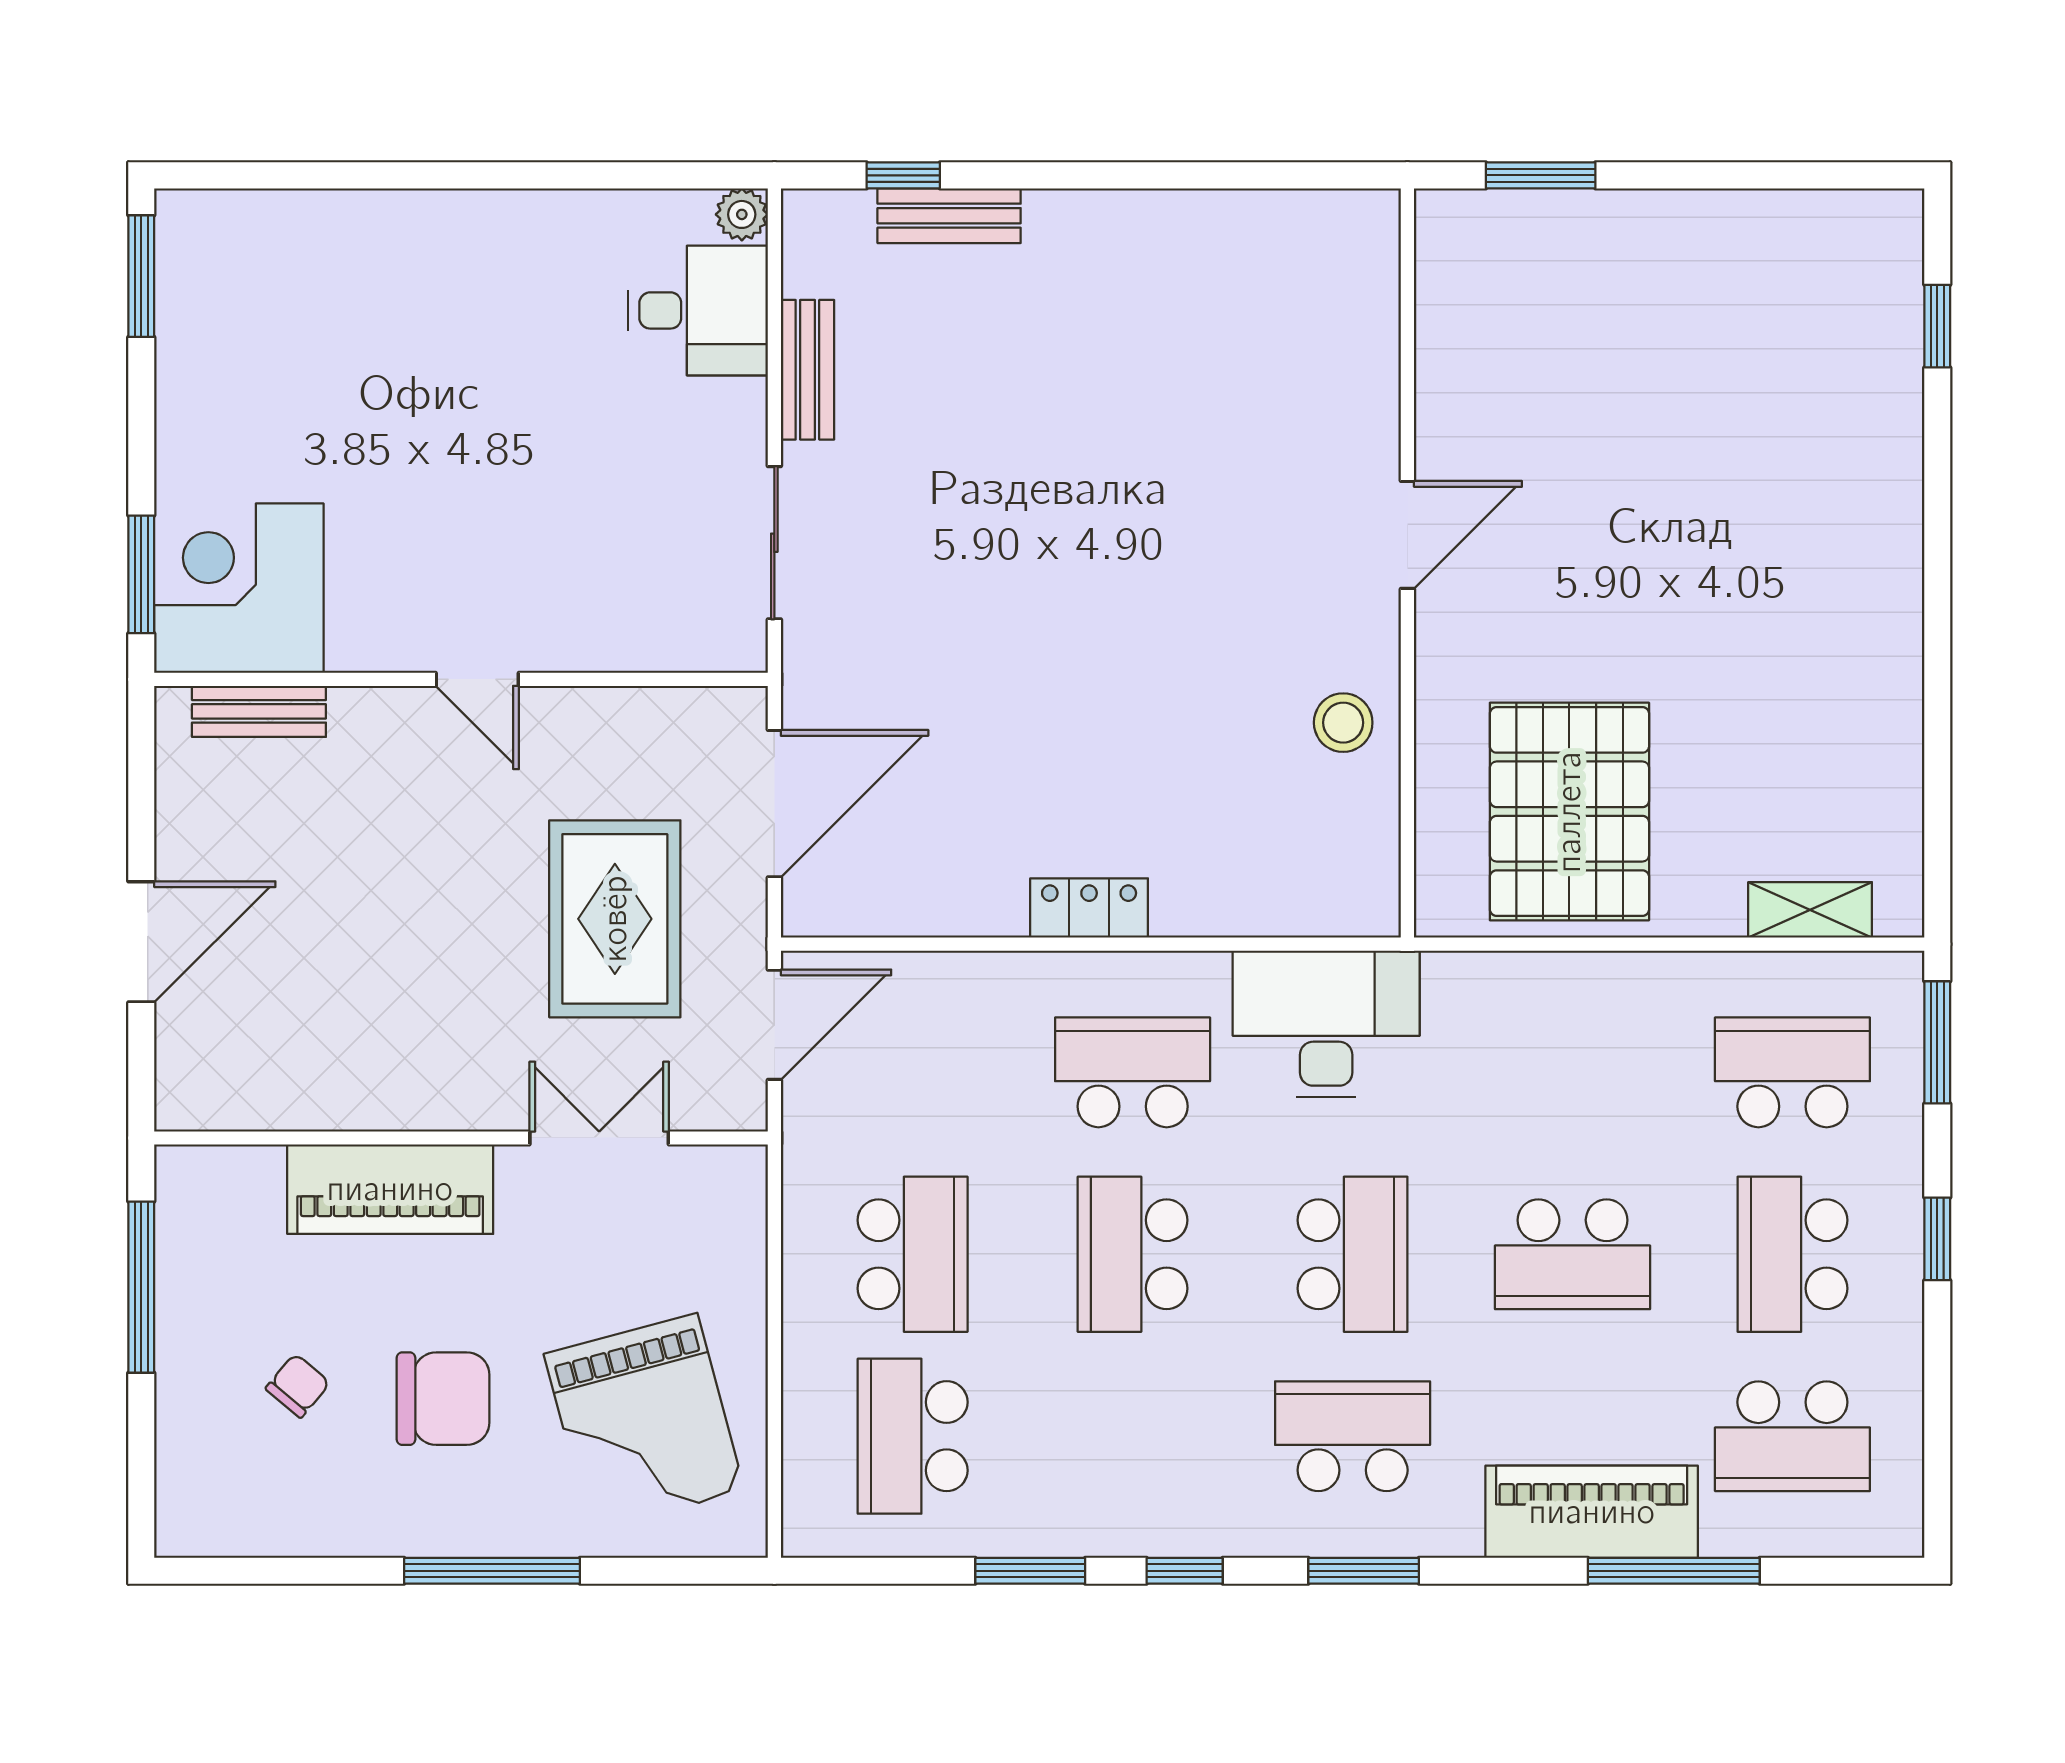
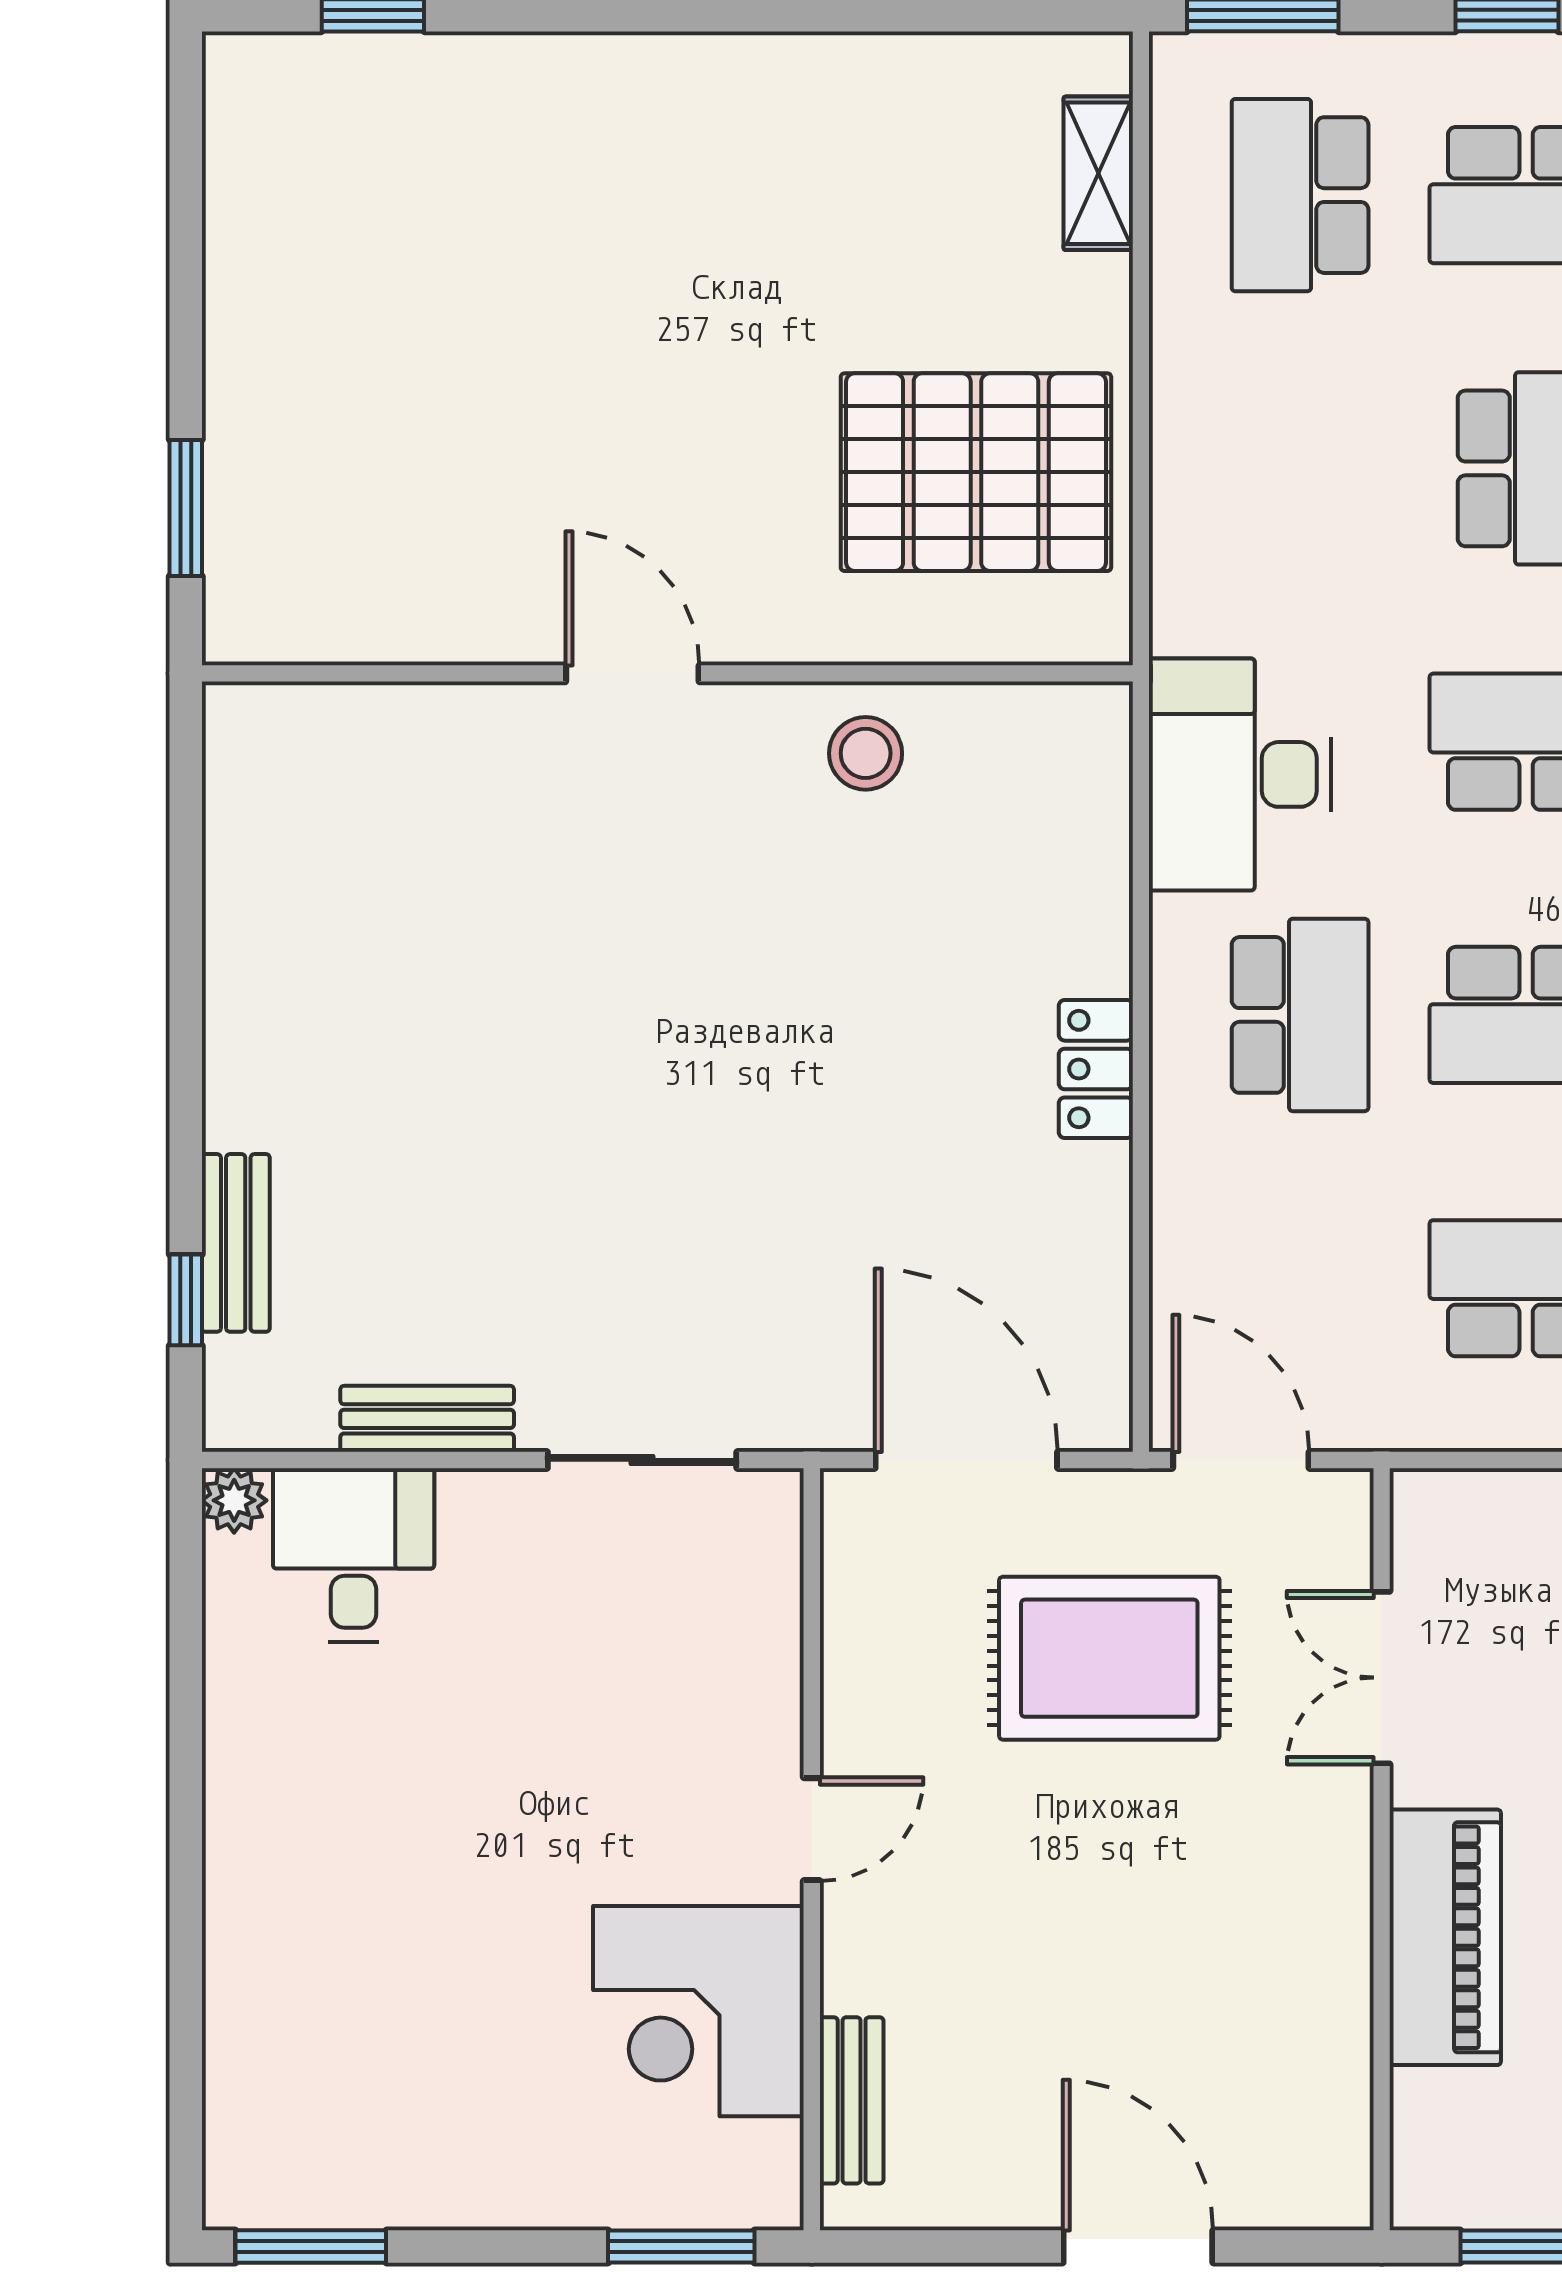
corner desk: (239, 588) -> (698, 2011), moved
school desk: (1133, 1072) -> (1300, 1015), turned 180

